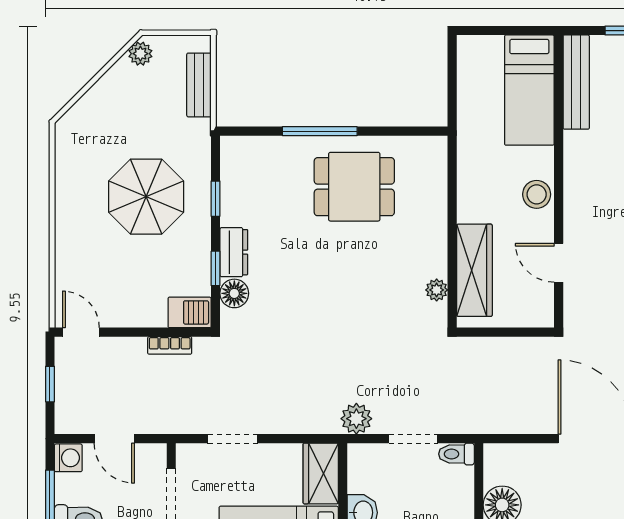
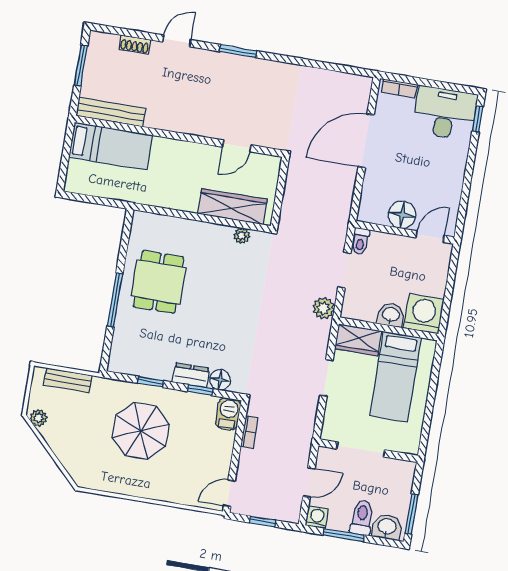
stool: (537, 194) -> (186, 153), removed
doorway: (233, 439) -> (326, 378), moved

